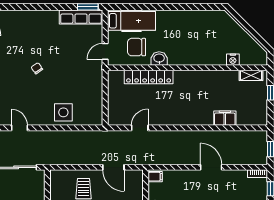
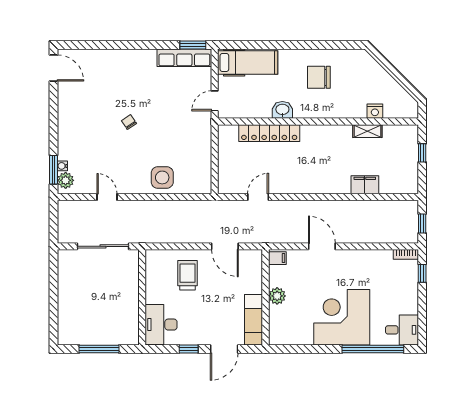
chair: (137, 47) -> (319, 77), moved
shelving: (251, 75) -> (367, 131), moved
door: (211, 167) -> (322, 246), moved

